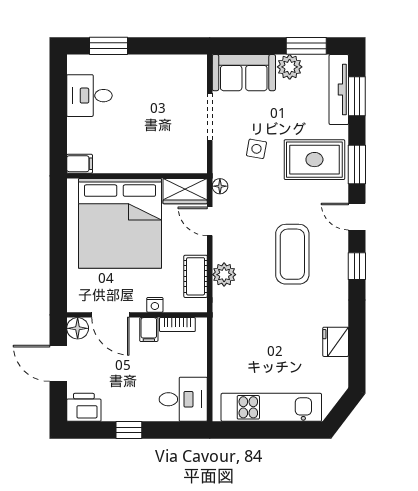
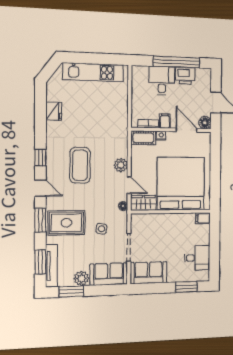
sofa: (176, 73) -> (148, 273), added
plant: (224, 275) -> (121, 165), moved
cot: (196, 276) -> (143, 138), moved, turned 90
desk: (183, 399) -> (162, 81), moved, turned 90
printer: (84, 407) -> (185, 76), moved
window: (129, 430) -> (177, 62), width x3.17

